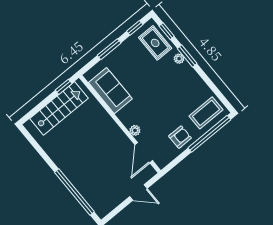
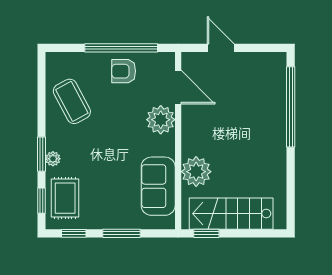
coffee table: (206, 113) -> (72, 101), moved, turned 62
plant: (97, 115) -> (196, 172), added
plant: (135, 130) -> (161, 120), width x1.87, depth x1.87
window: (209, 134) -> (121, 48), moved
door: (144, 153) -> (178, 87), hinge flipped

